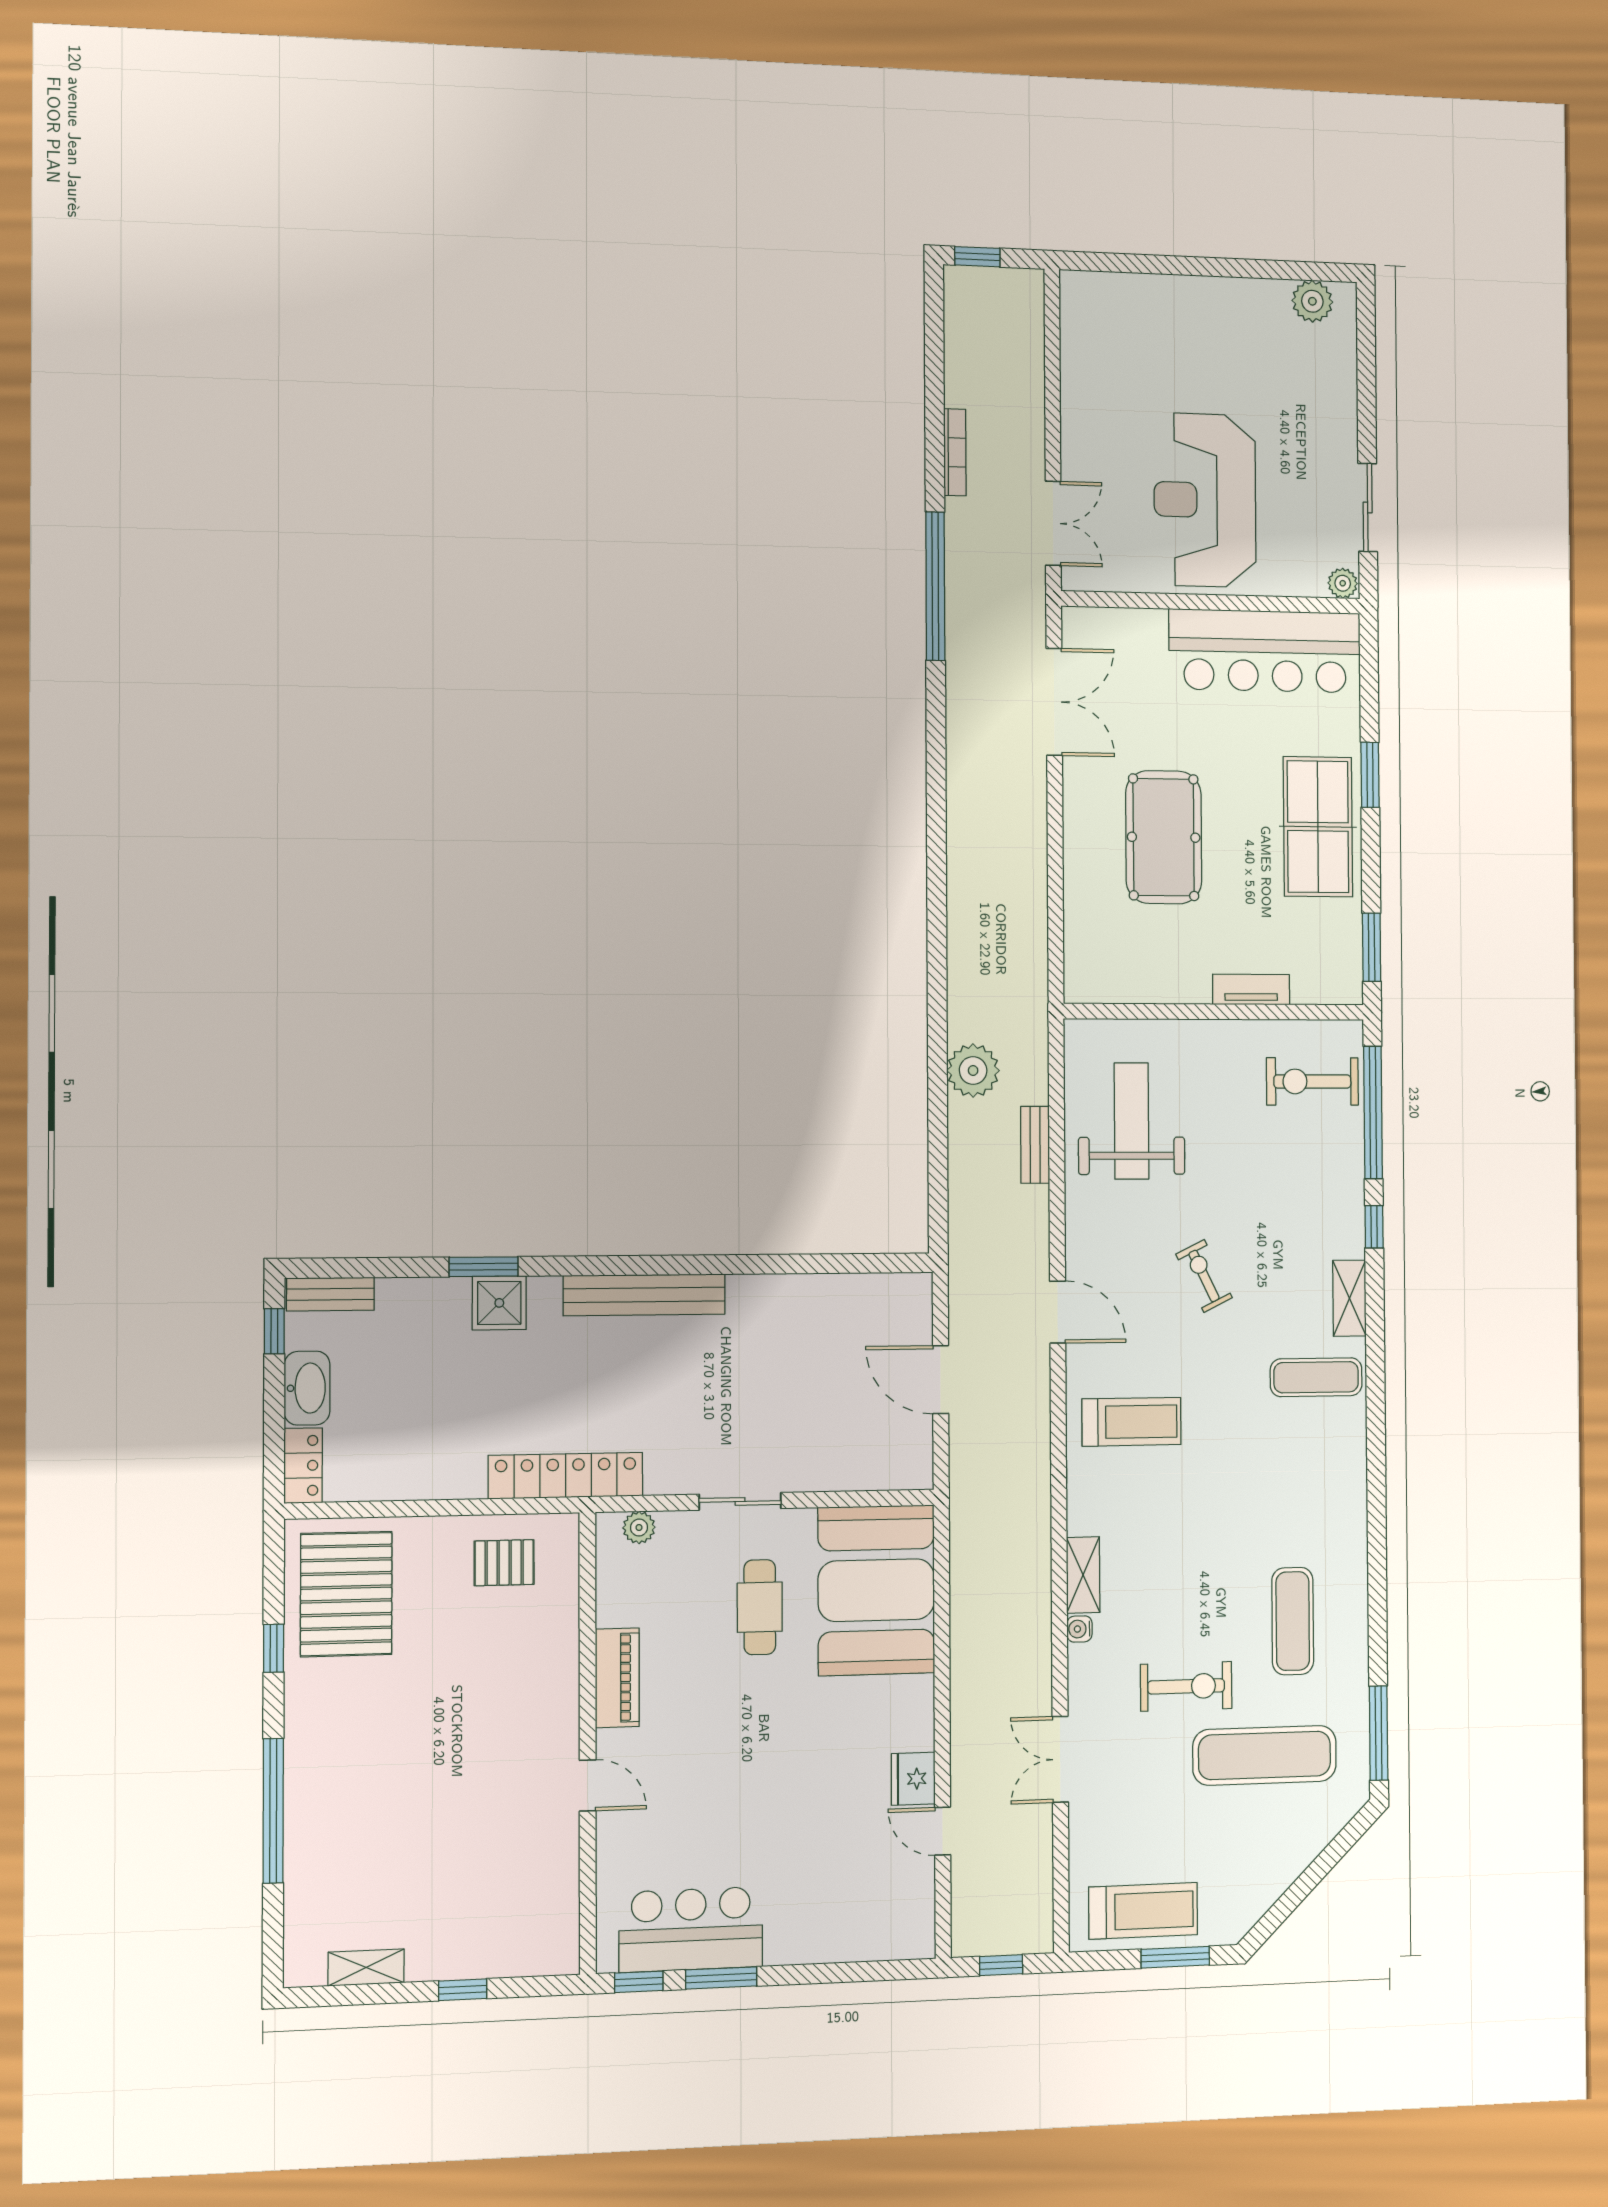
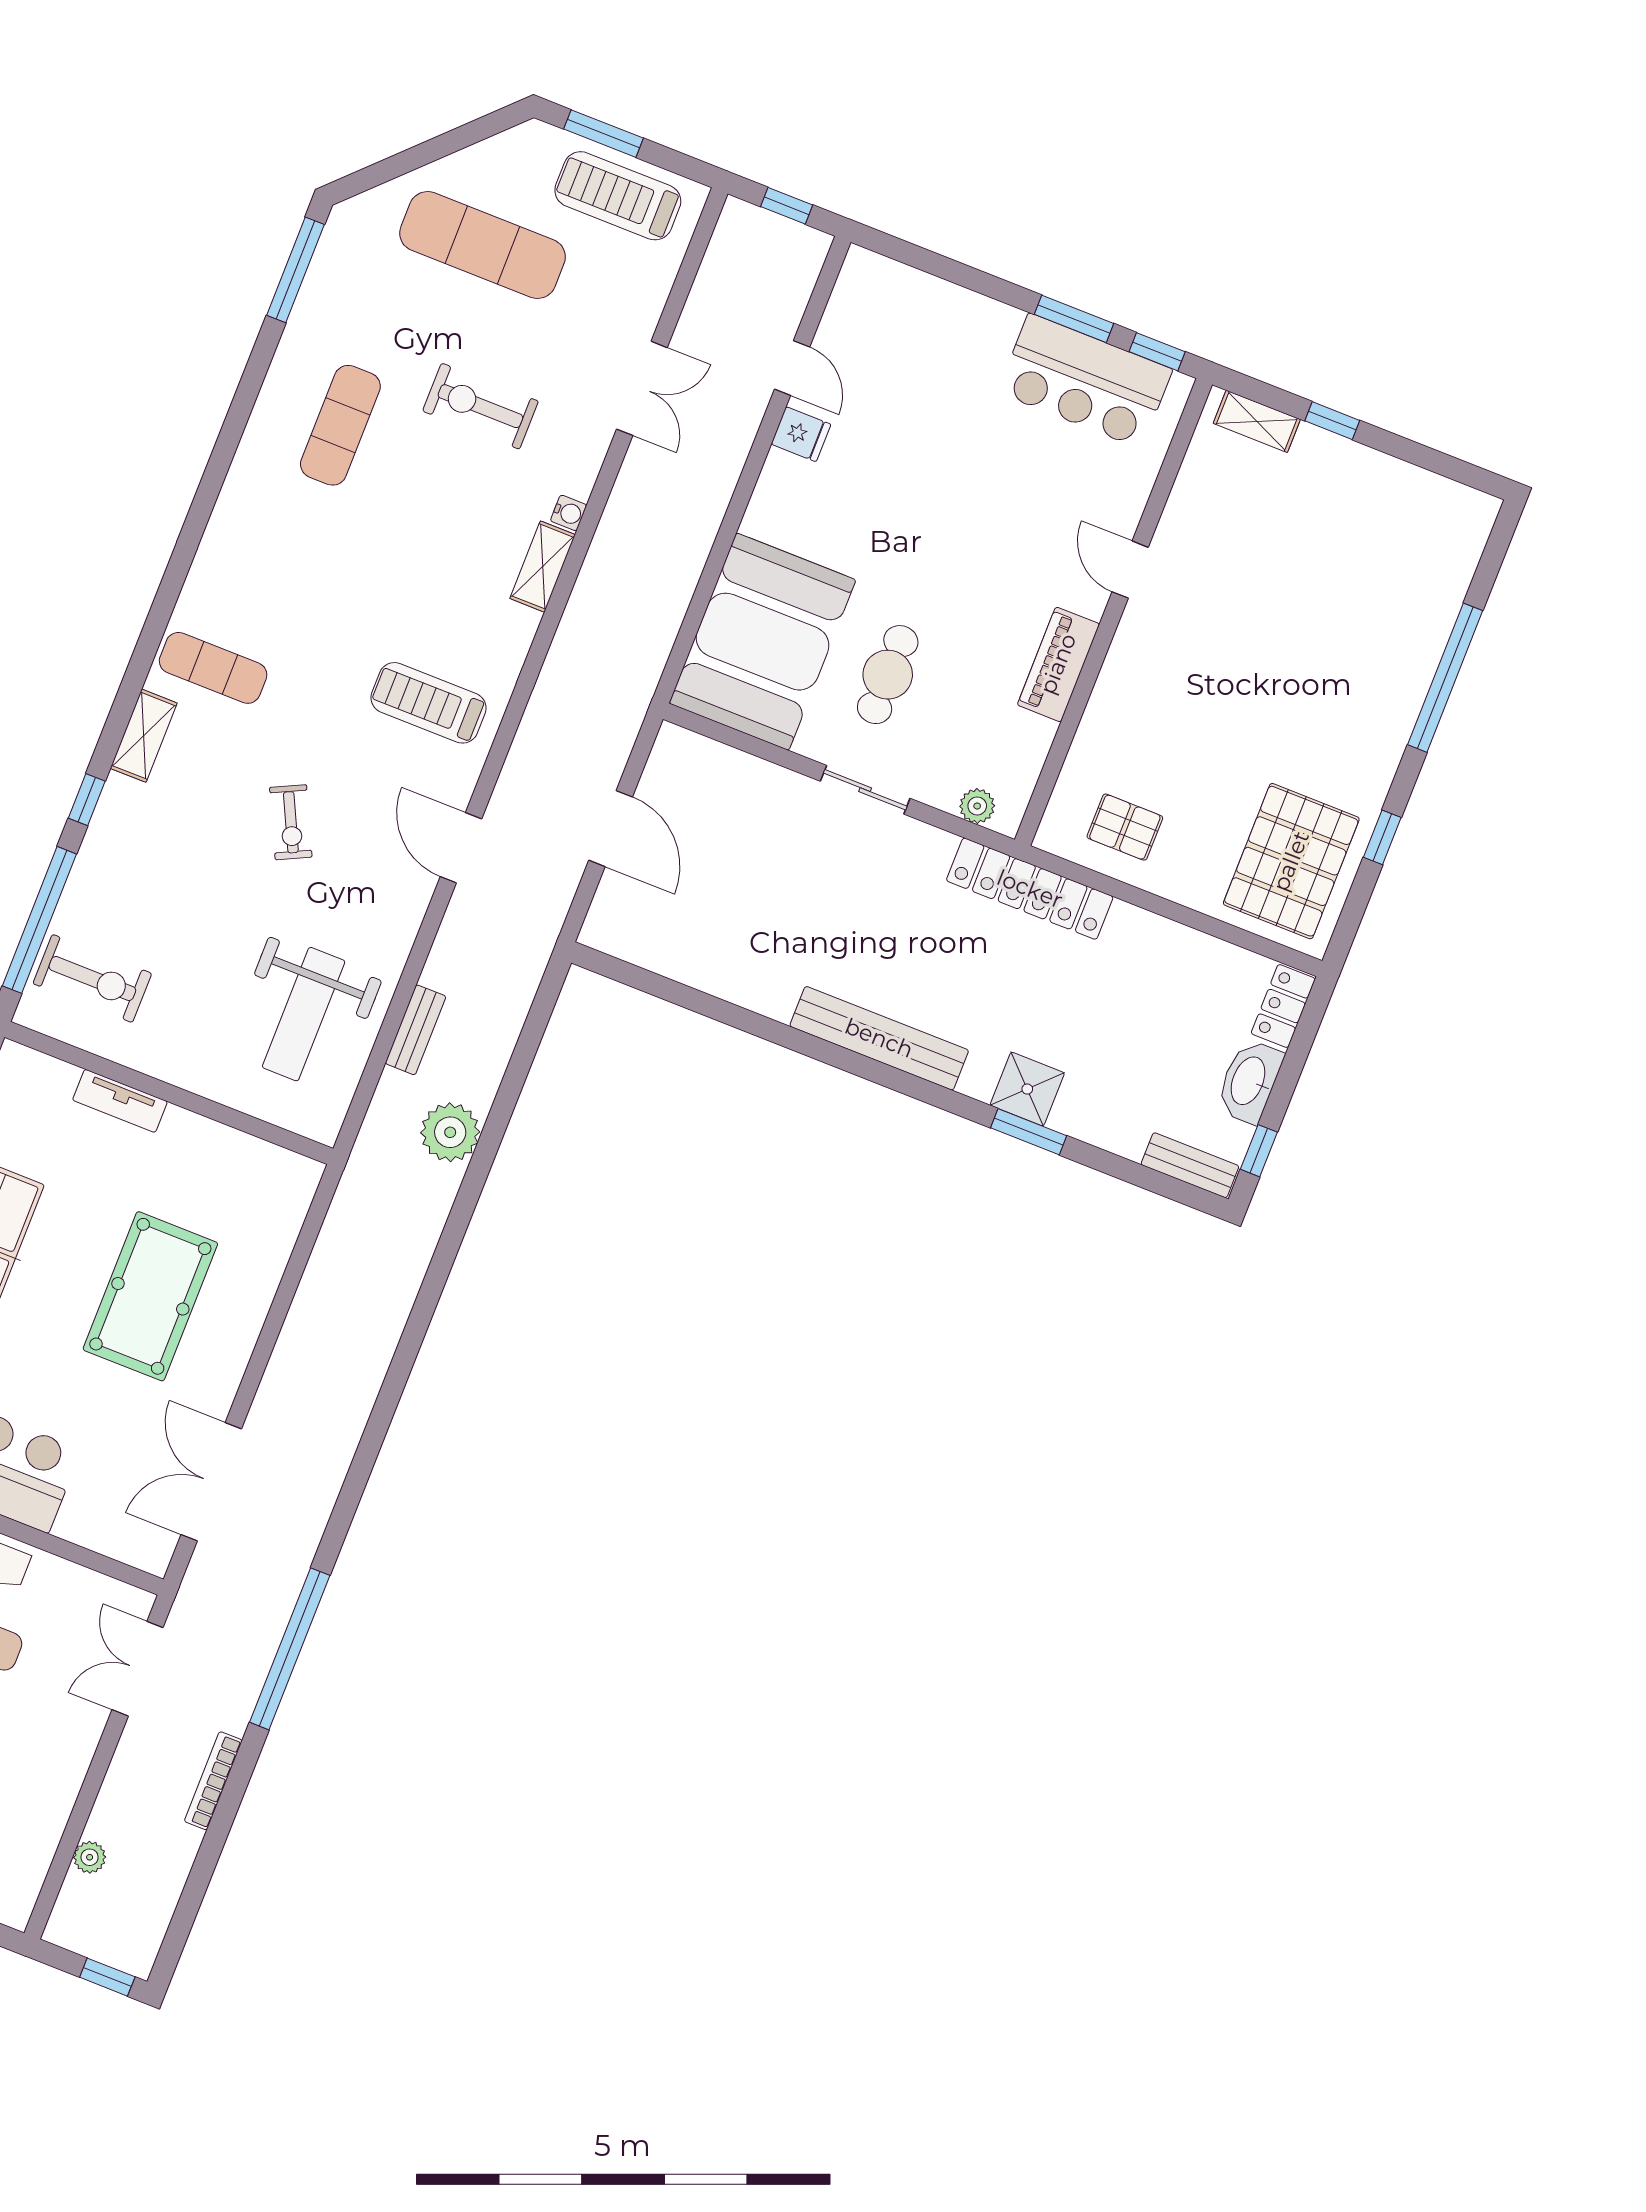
plant: (1031, 352) -> (90, 1857), added
exercise mat: (1265, 1755) -> (483, 245), moved
fridge: (913, 1779) -> (801, 434), width x0.72
shelving: (366, 1967) -> (1257, 421), moved

